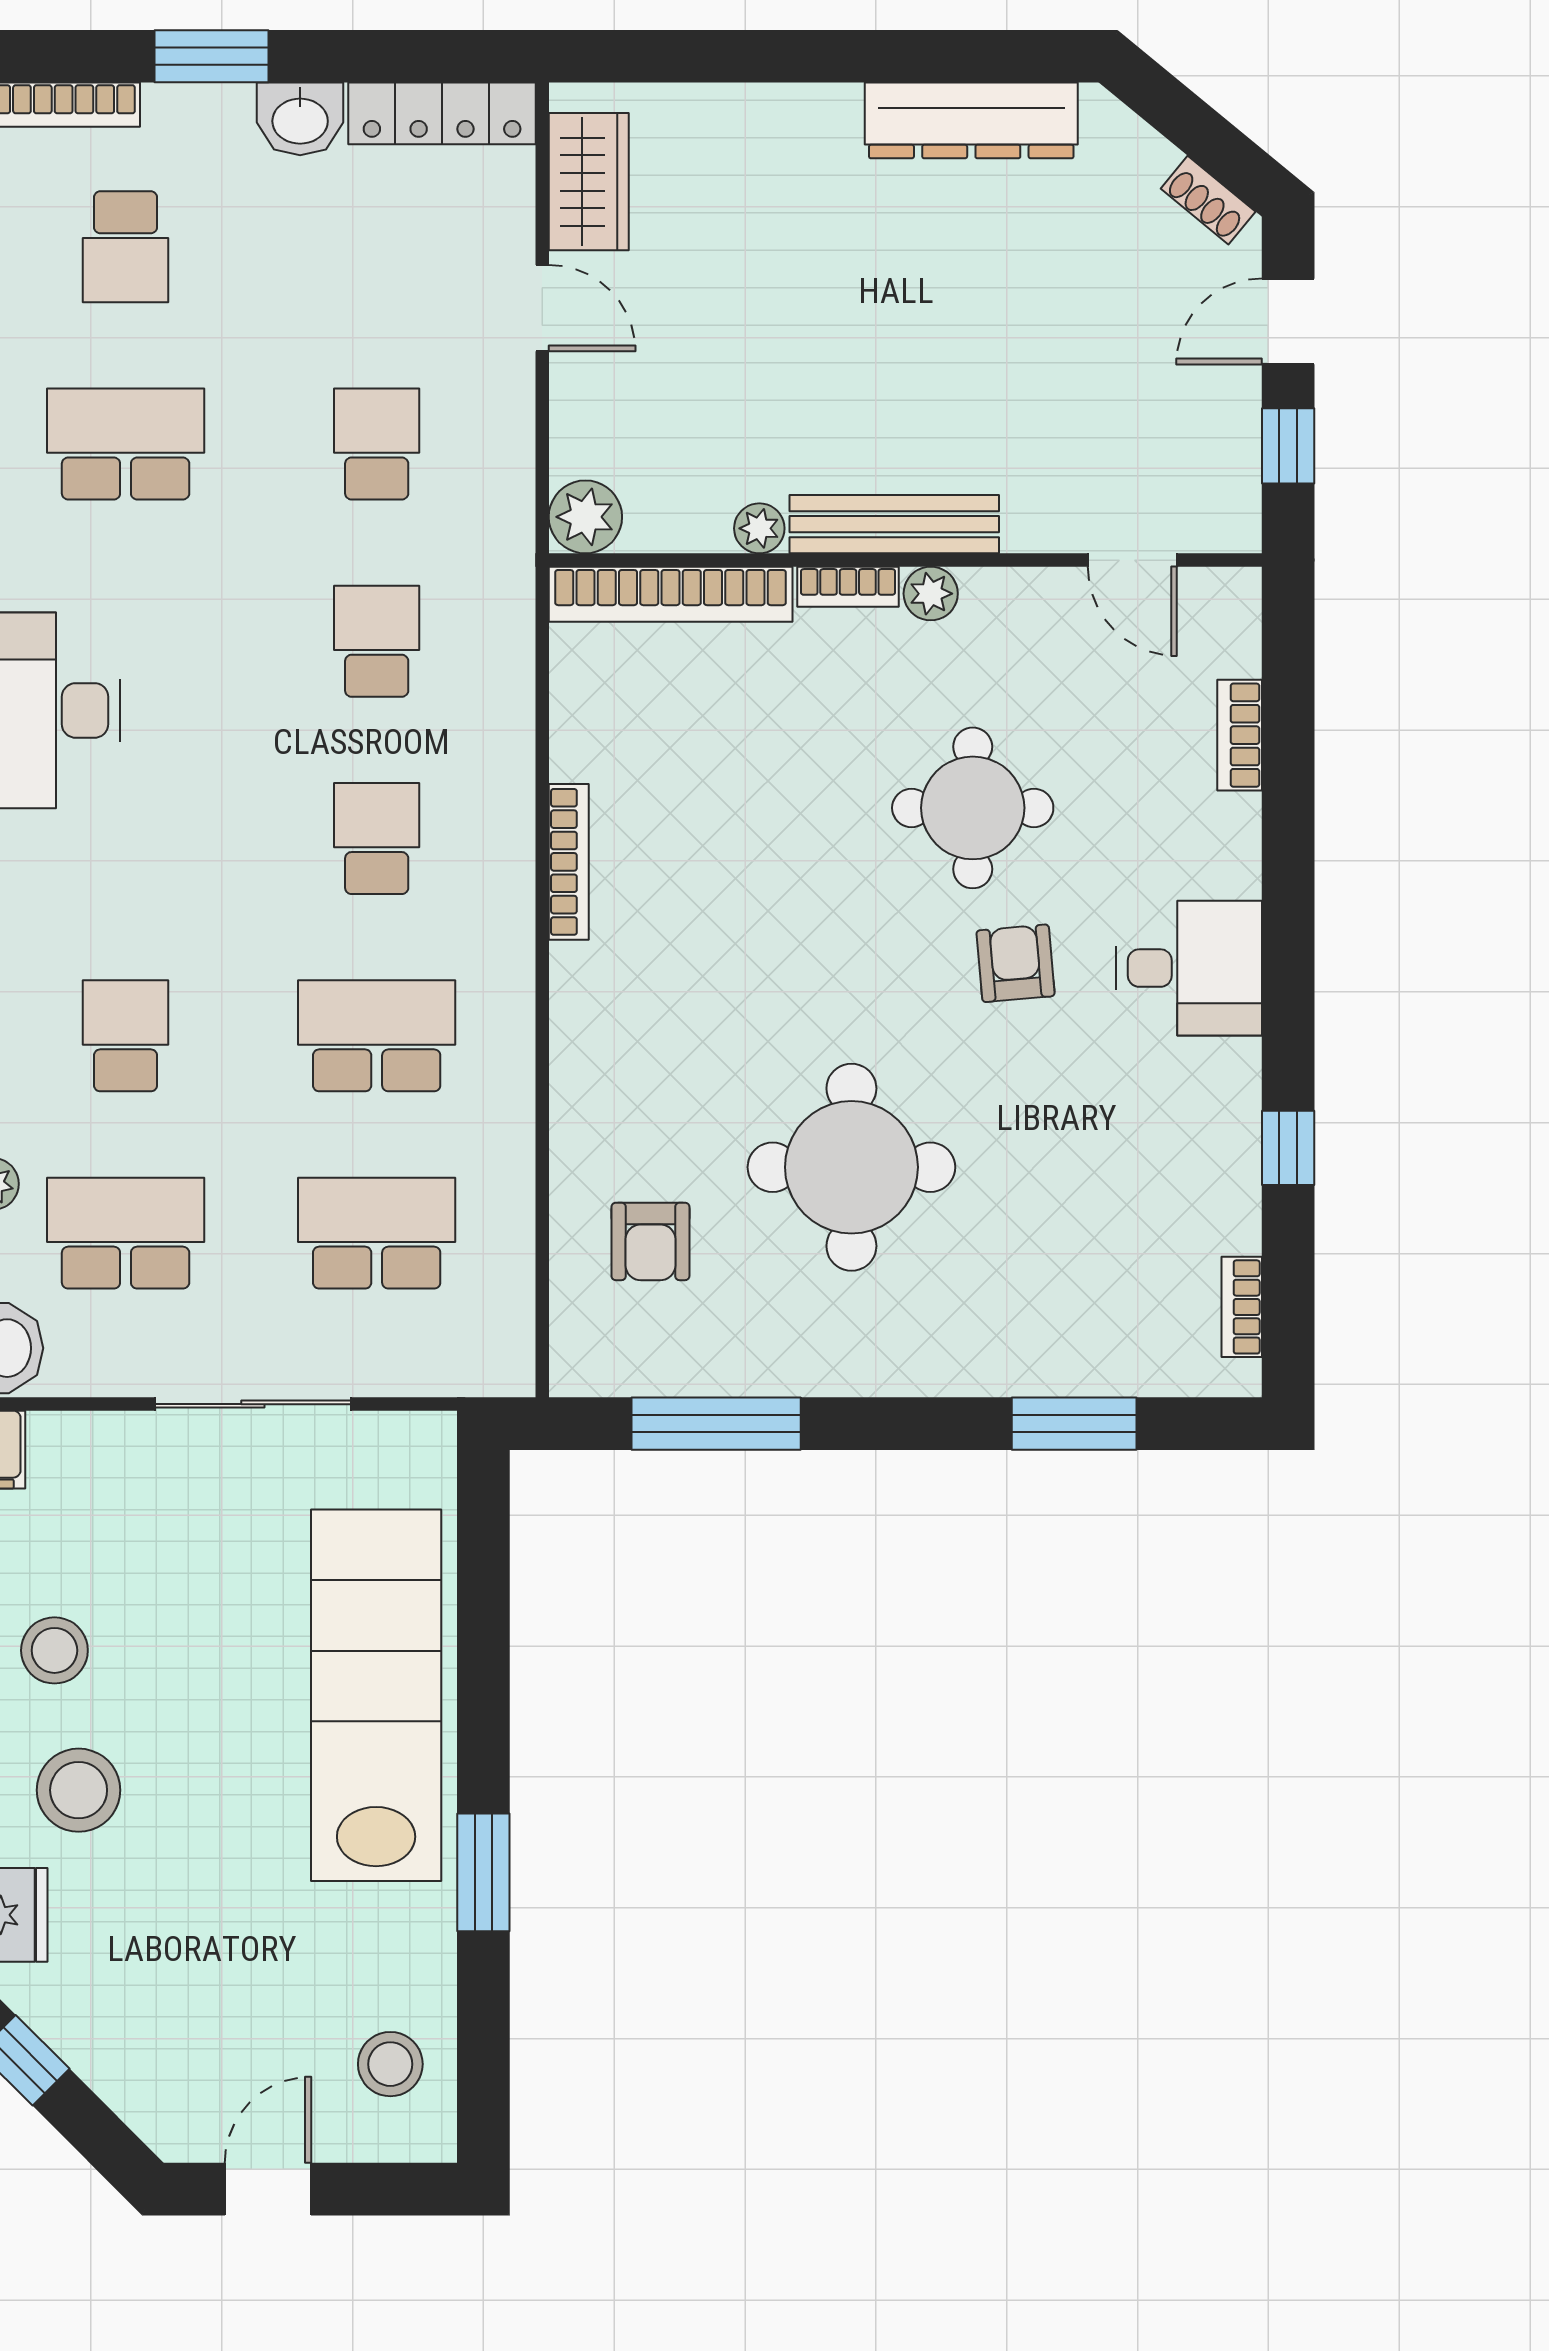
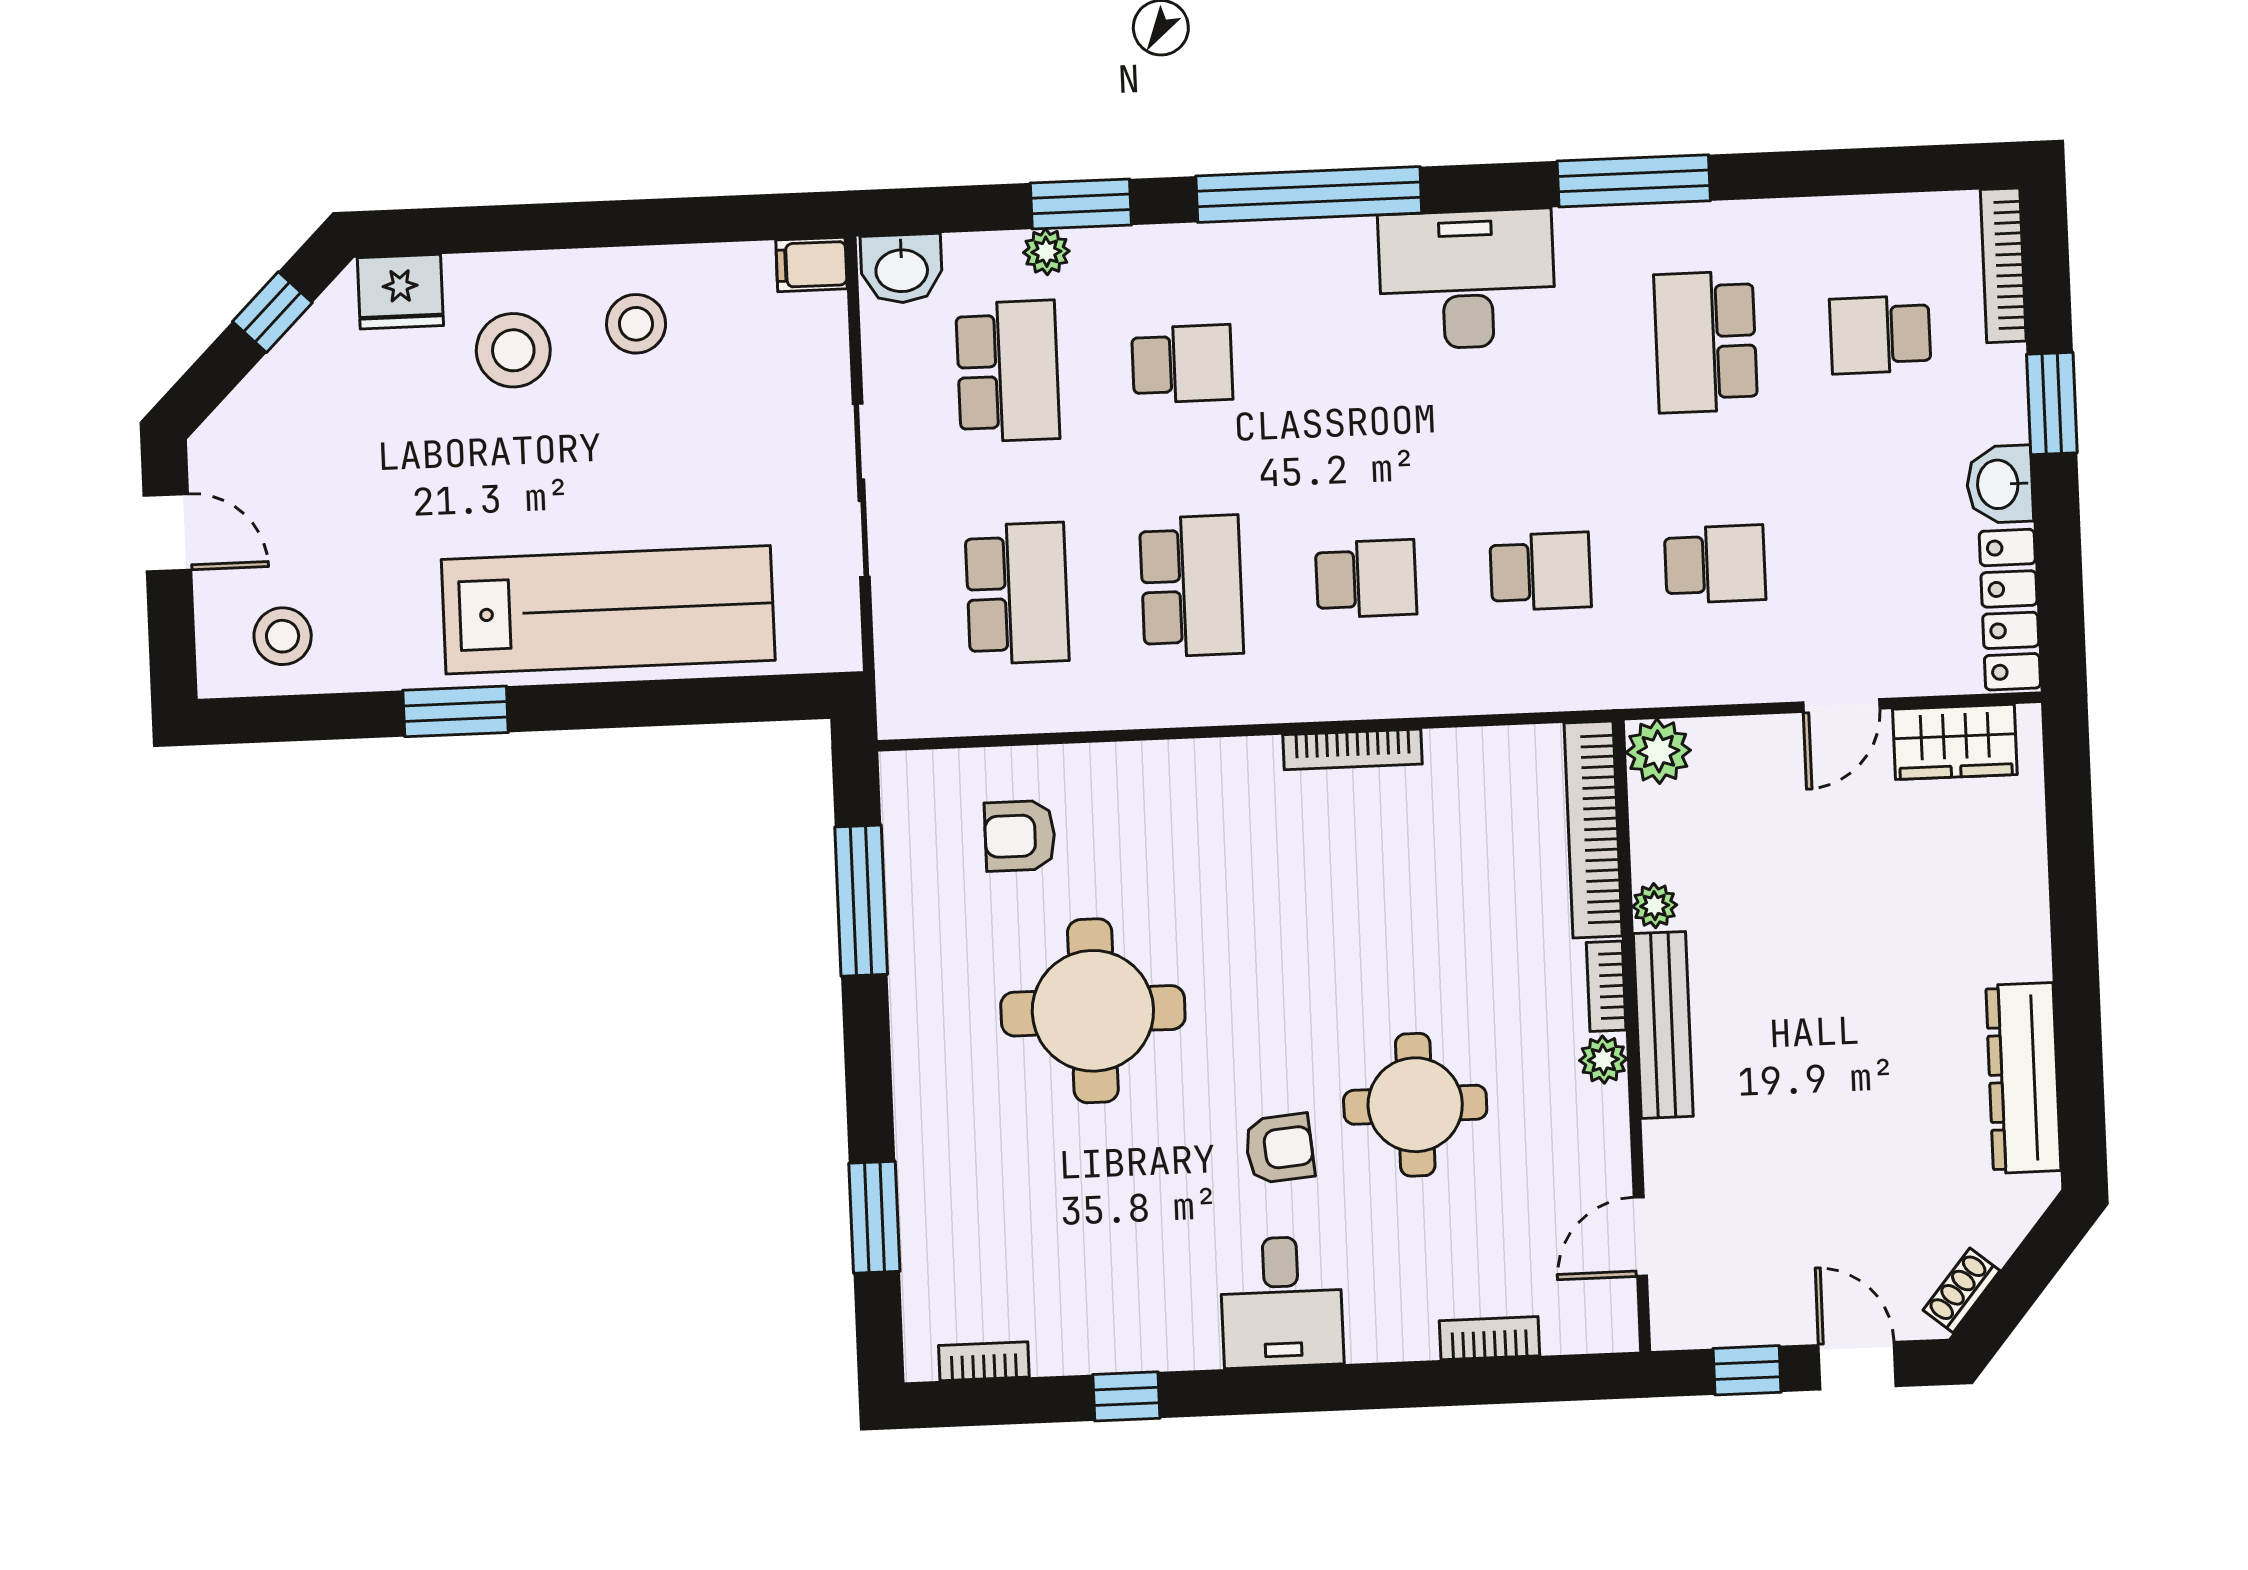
school desk: (126, 444) -> (1706, 342), turned 180

